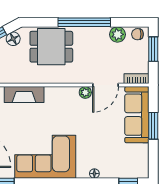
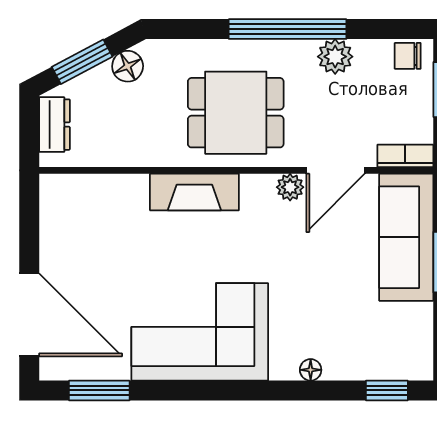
plant: (117, 34) -> (335, 57), moved
dining table: (51, 47) -> (236, 113), moved
fireplace: (24, 95) -> (194, 192), moved

